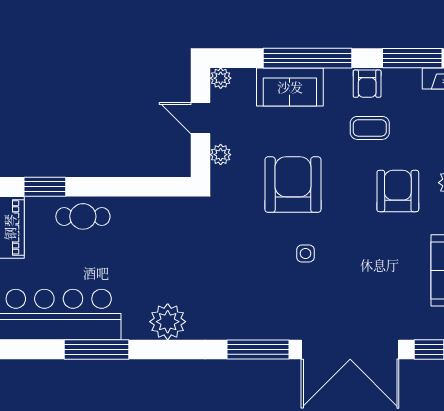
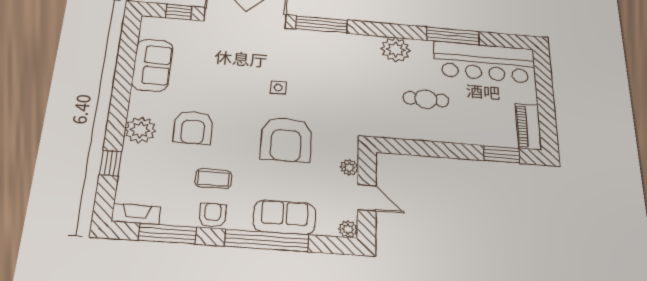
cafe table: (83, 216) -> (426, 99), moved

